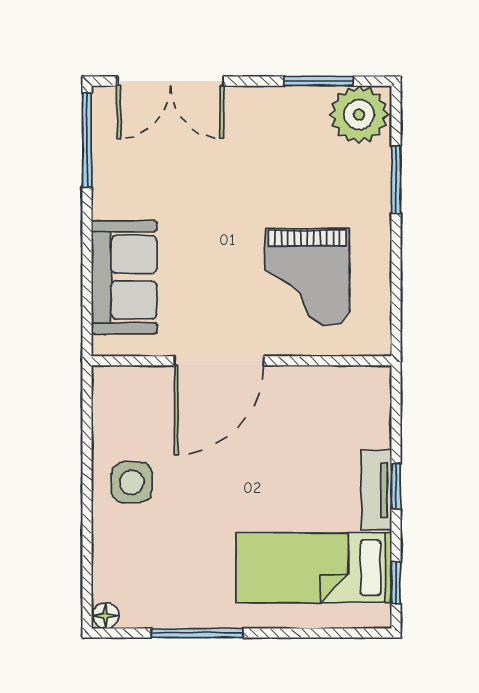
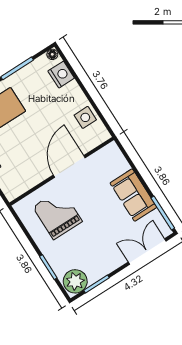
sofa: (124, 277) -> (133, 195), moved
side table: (132, 482) -> (85, 117), moved
nightstand: (114, 562) -> (61, 75), added

